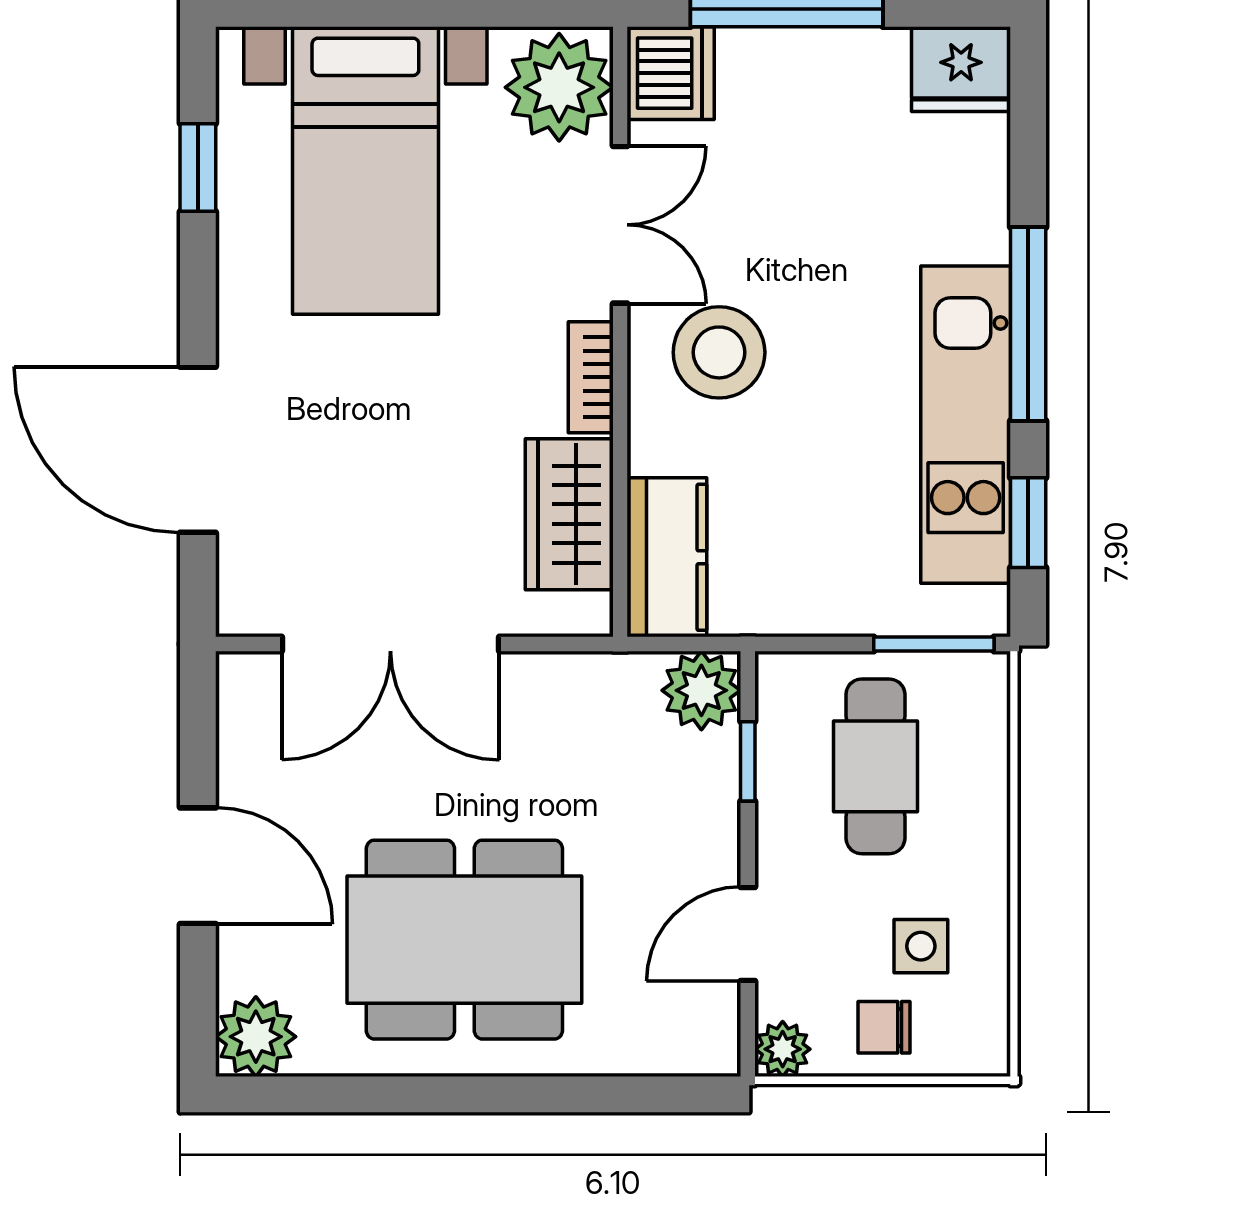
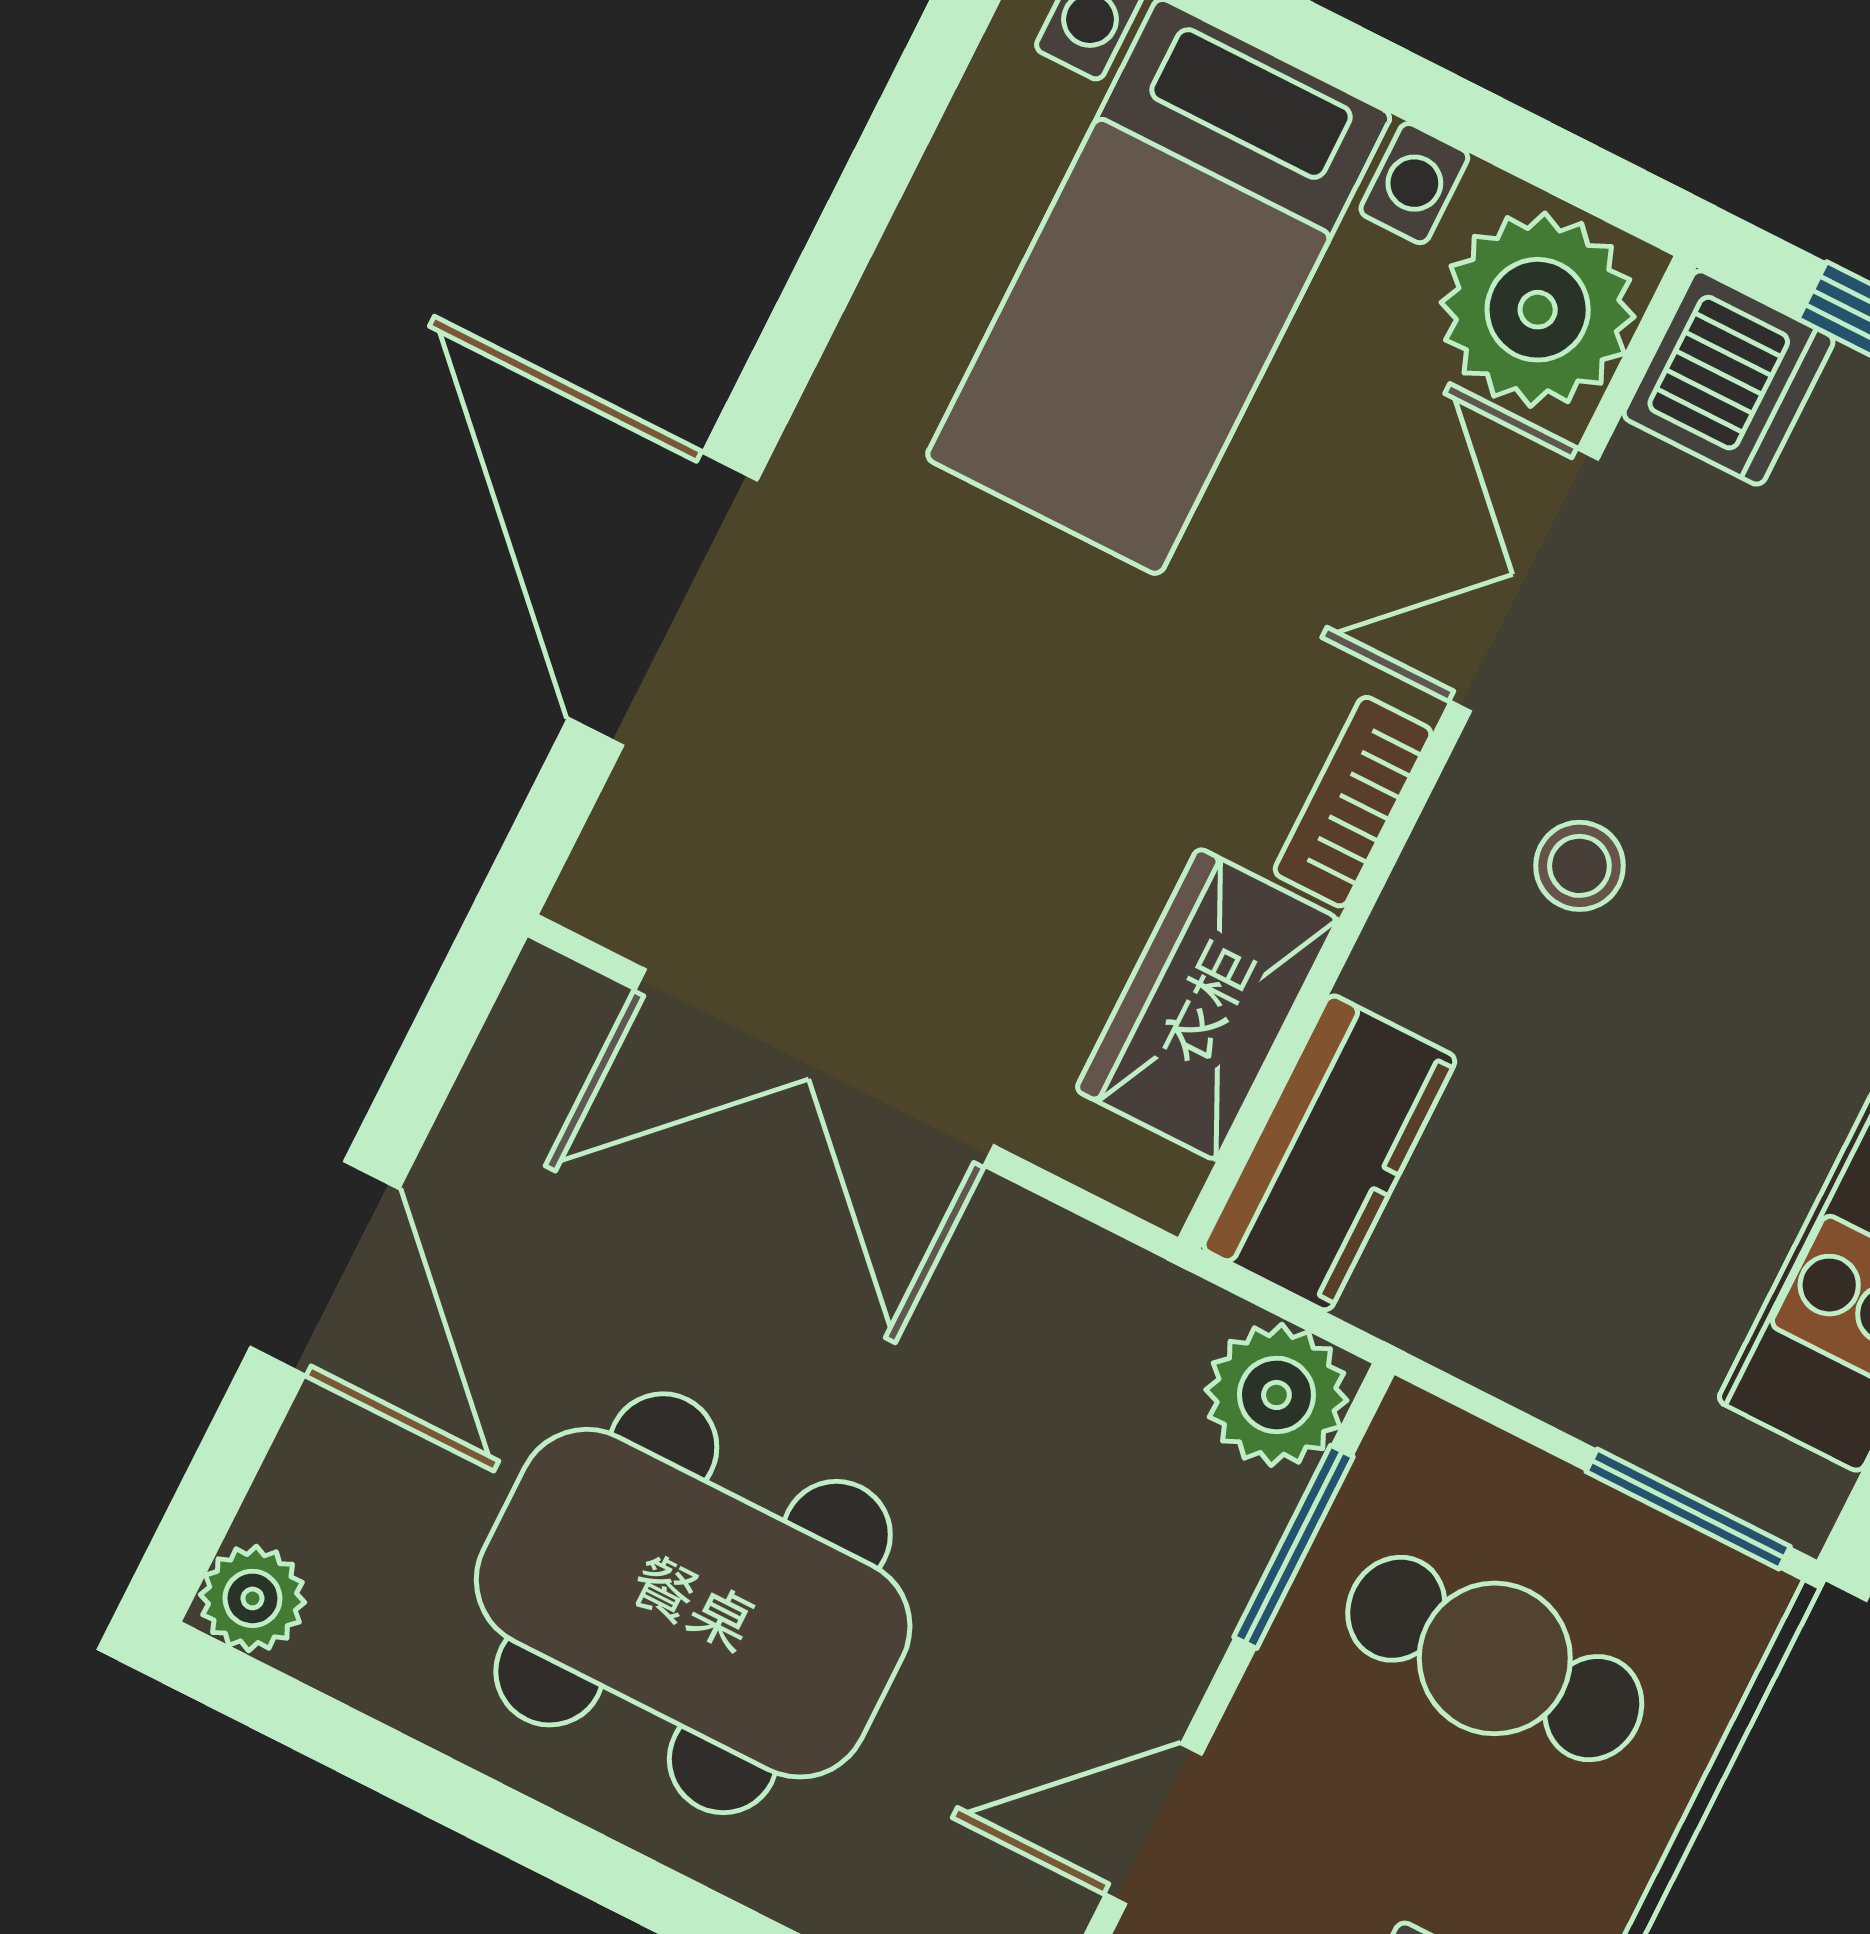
window: (198, 168) -> (892, 145), removed
double door: (620, 225) -> (1524, 580), swing flipped
stool: (719, 352) -> (1579, 866), width x0.53, depth x0.53
window: (748, 761) -> (1294, 1547), width x1.50
cafe table: (875, 766) -> (1495, 1658), turned 90
plant: (256, 1037) -> (252, 1598), width x0.73, depth x0.73

